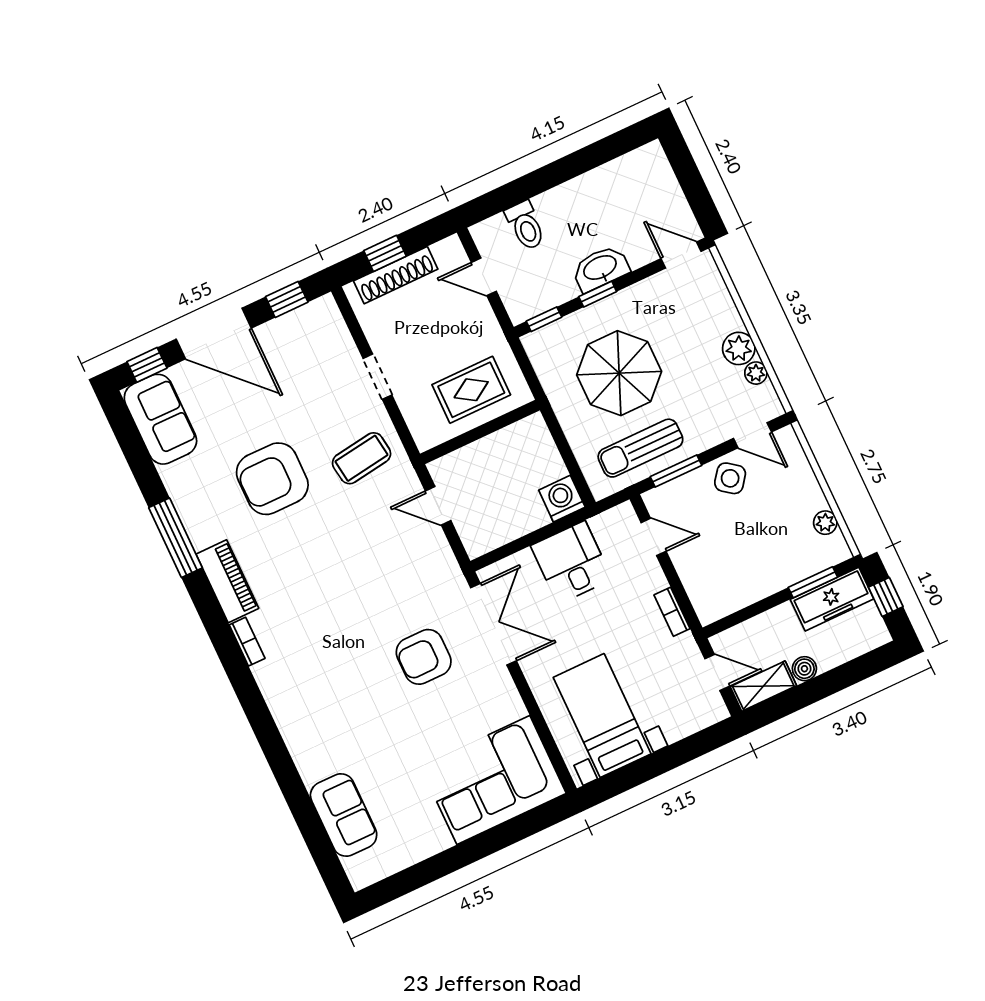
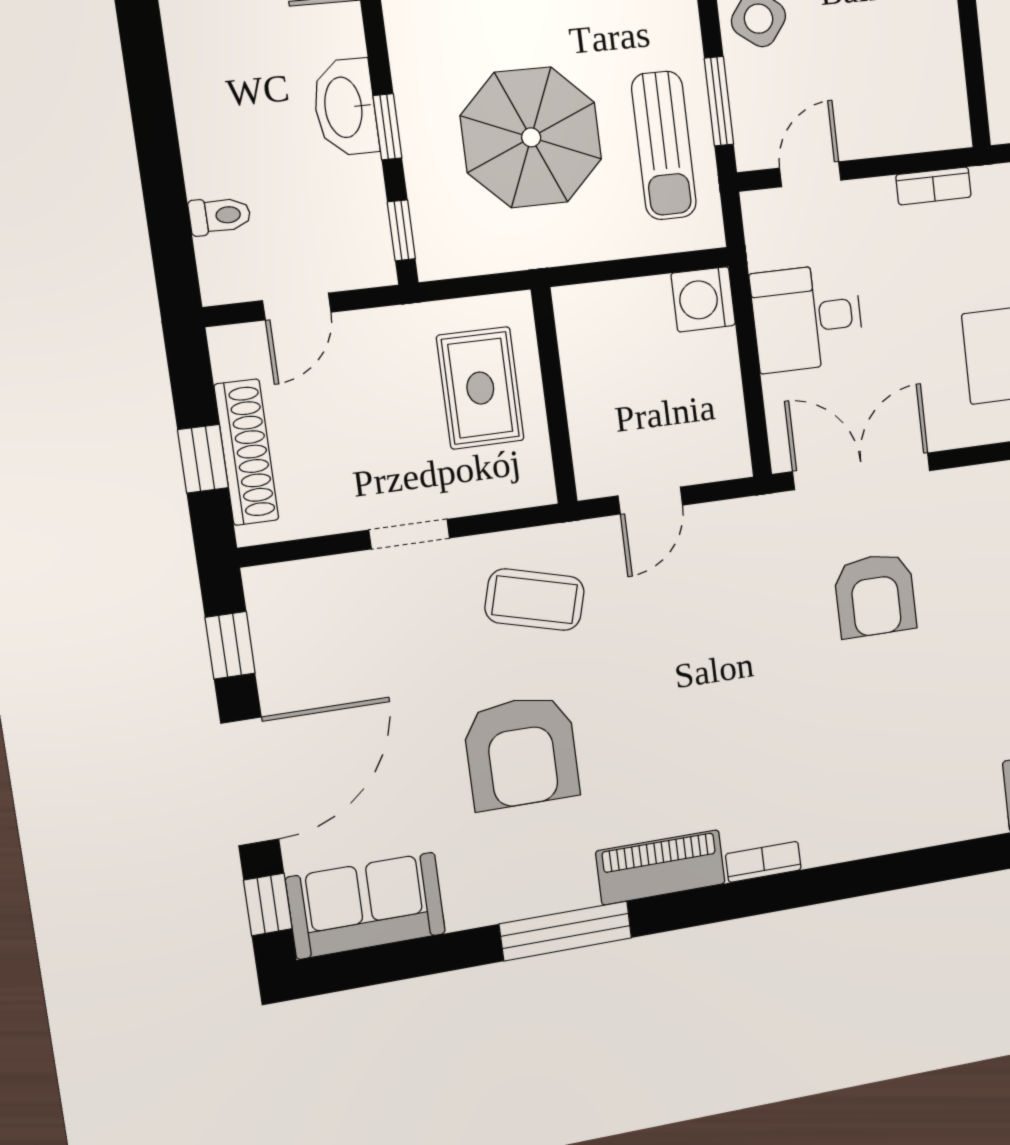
toilet: (525, 226) -> (220, 216), width x0.73, depth x0.72
coffee table: (362, 458) -> (535, 600), turned -67

